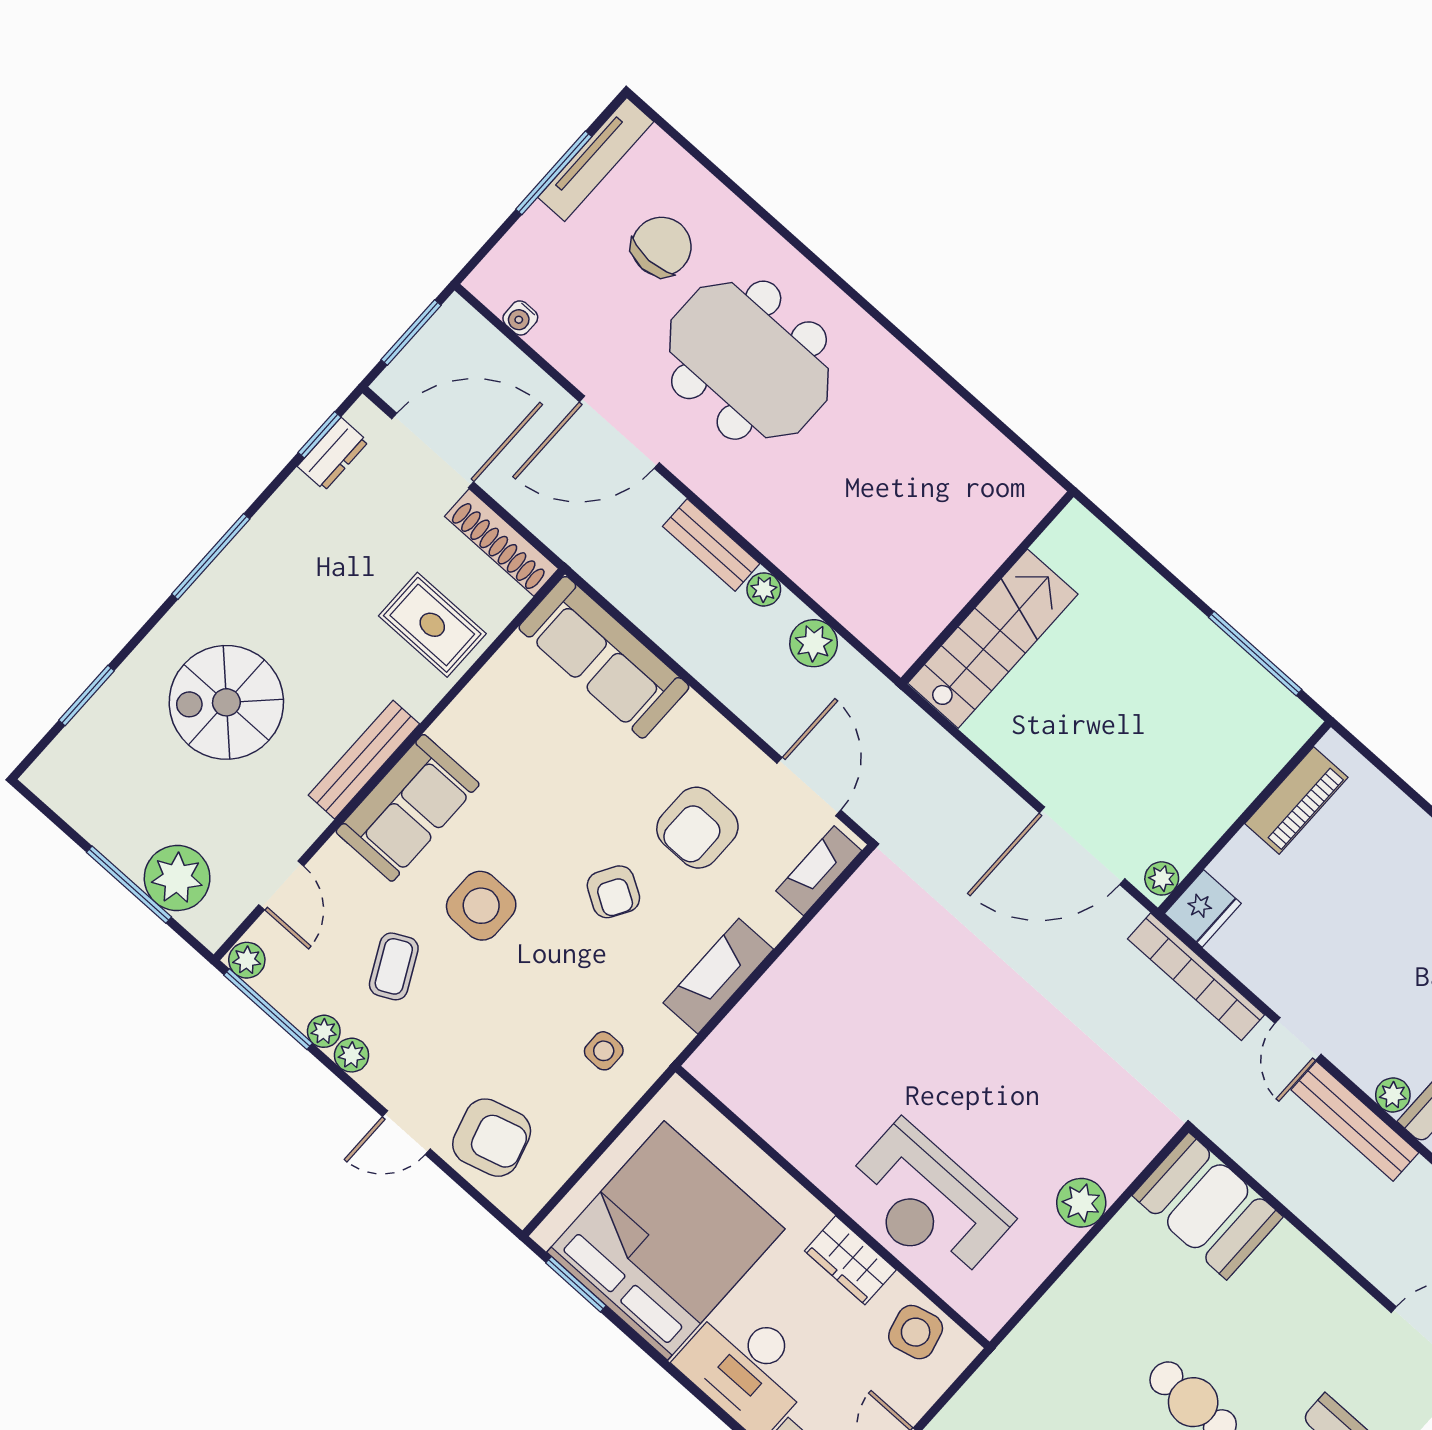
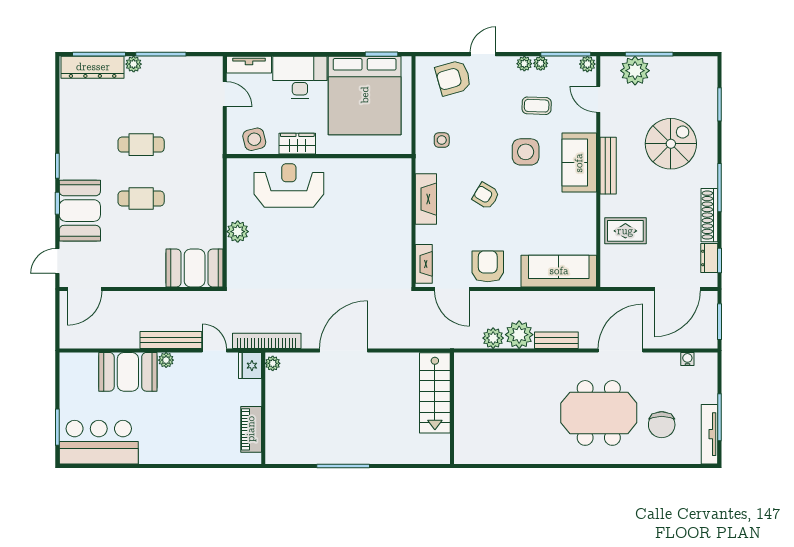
shoe rack: (501, 543) -> (709, 215), moved, turned -90
plant: (764, 589) -> (519, 335), width x1.88, depth x1.88
piano: (1296, 800) -> (251, 429), moved
wall: (1244, 817) -> (263, 408), moved
armchair: (697, 828) -> (488, 266), moved
plant: (1162, 878) -> (273, 363), moved
fridge: (1203, 909) -> (250, 366), moved
coffee table: (394, 966) -> (537, 106), turned -61

